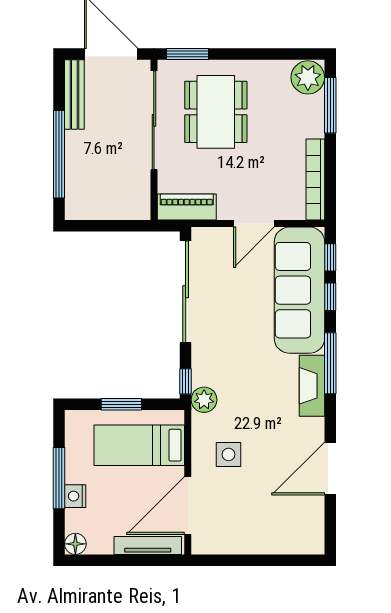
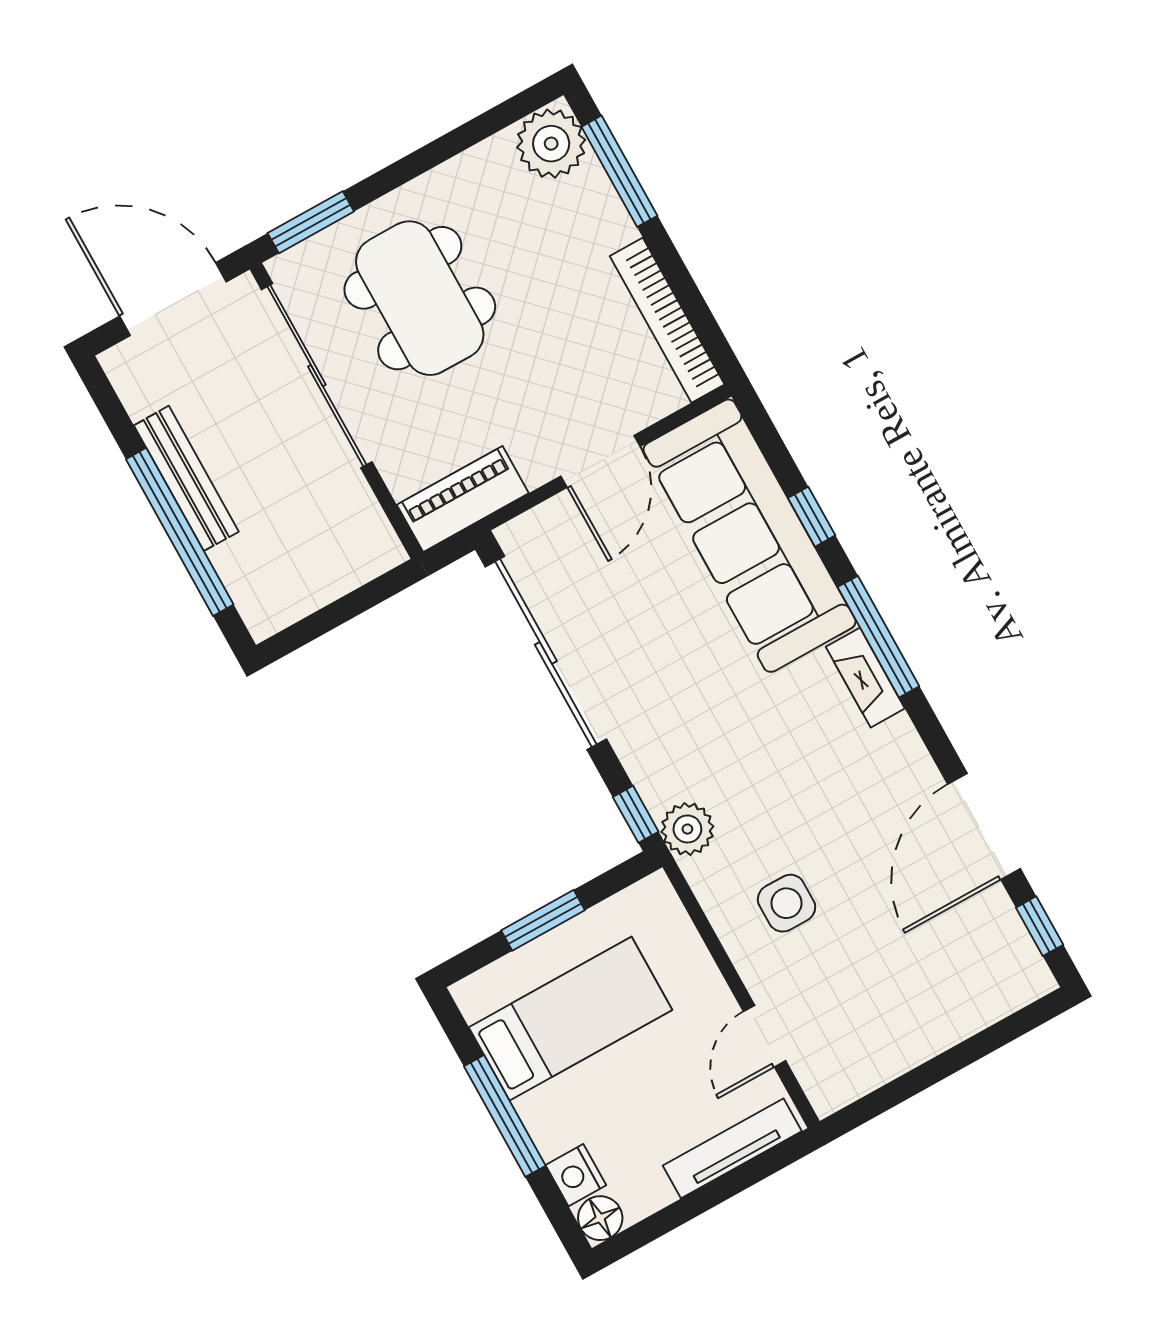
bench: (74, 95) -> (186, 478), moved
window: (330, 257) -> (1040, 926), moved
fireplace: (312, 386) -> (865, 678), width x0.73, depth x0.76
bed: (139, 445) -> (570, 1019), moved, turned 180
nightstand: (75, 496) -> (576, 1175), moved
door: (188, 506) -> (764, 1036), width x0.53

